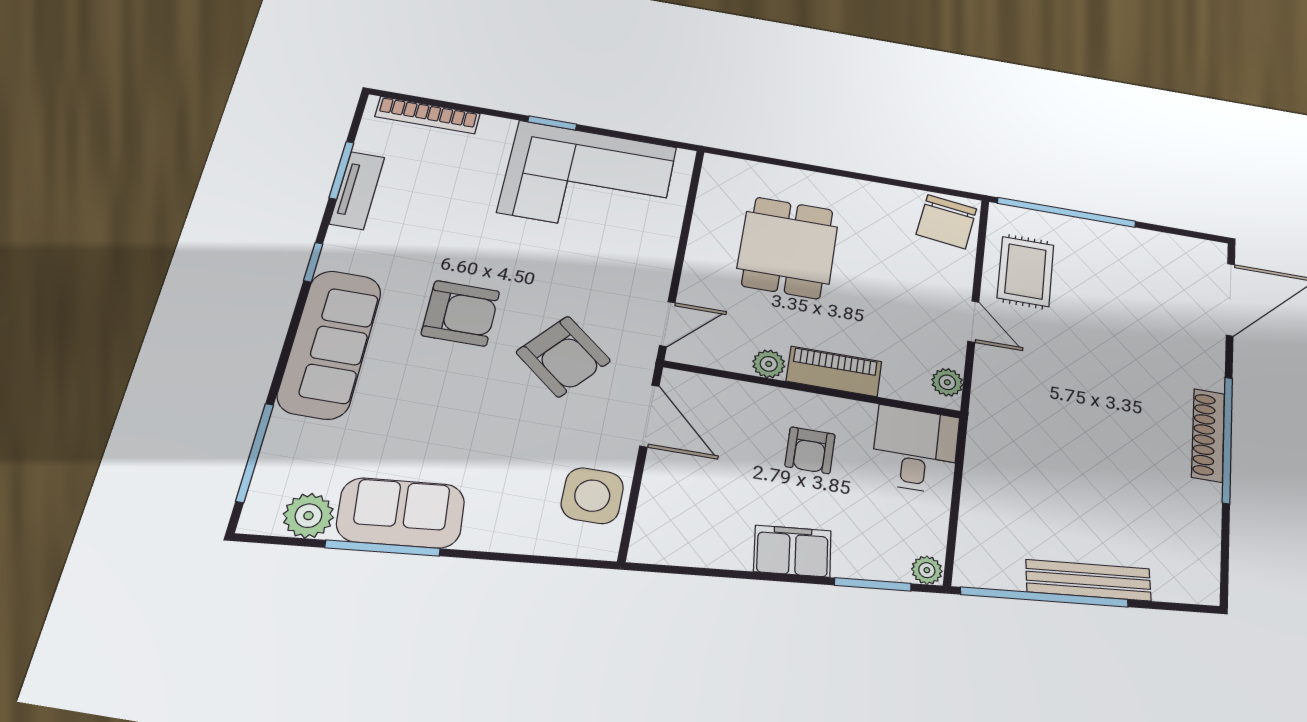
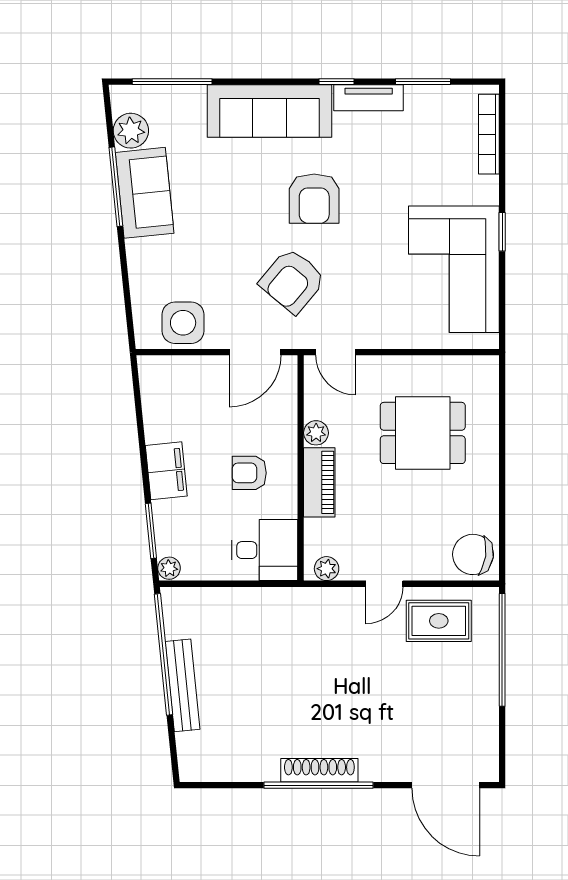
tv unit: (357, 190) -> (369, 98), moved

